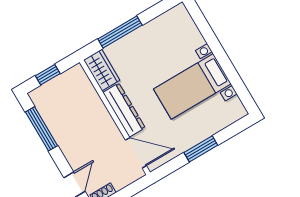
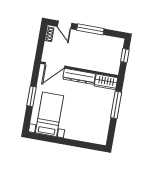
bed with nightstands: (192, 86) -> (49, 114), moved
window: (41, 129) -> (90, 29), moved

